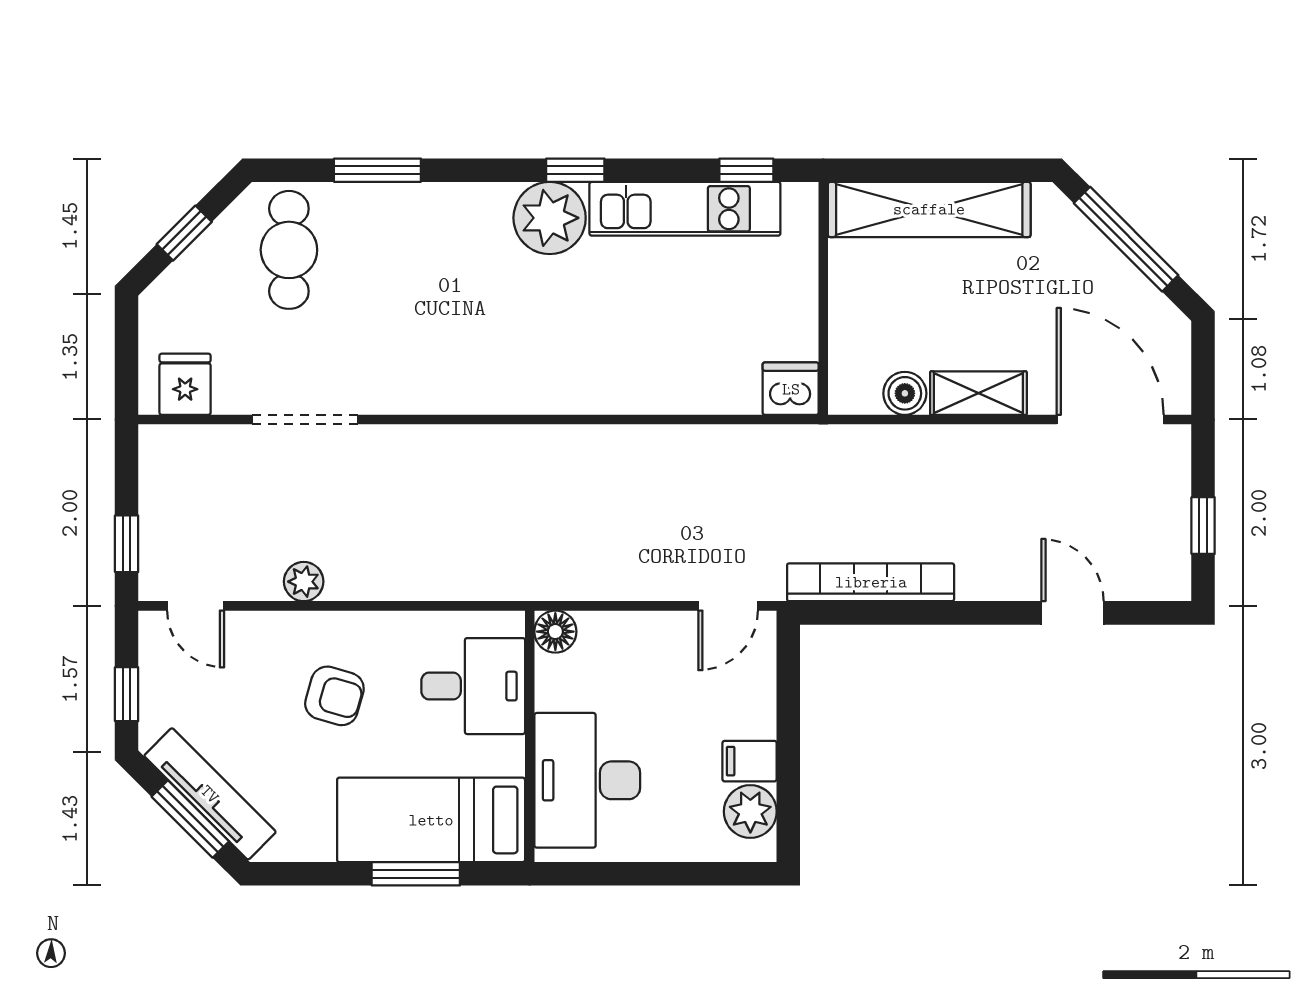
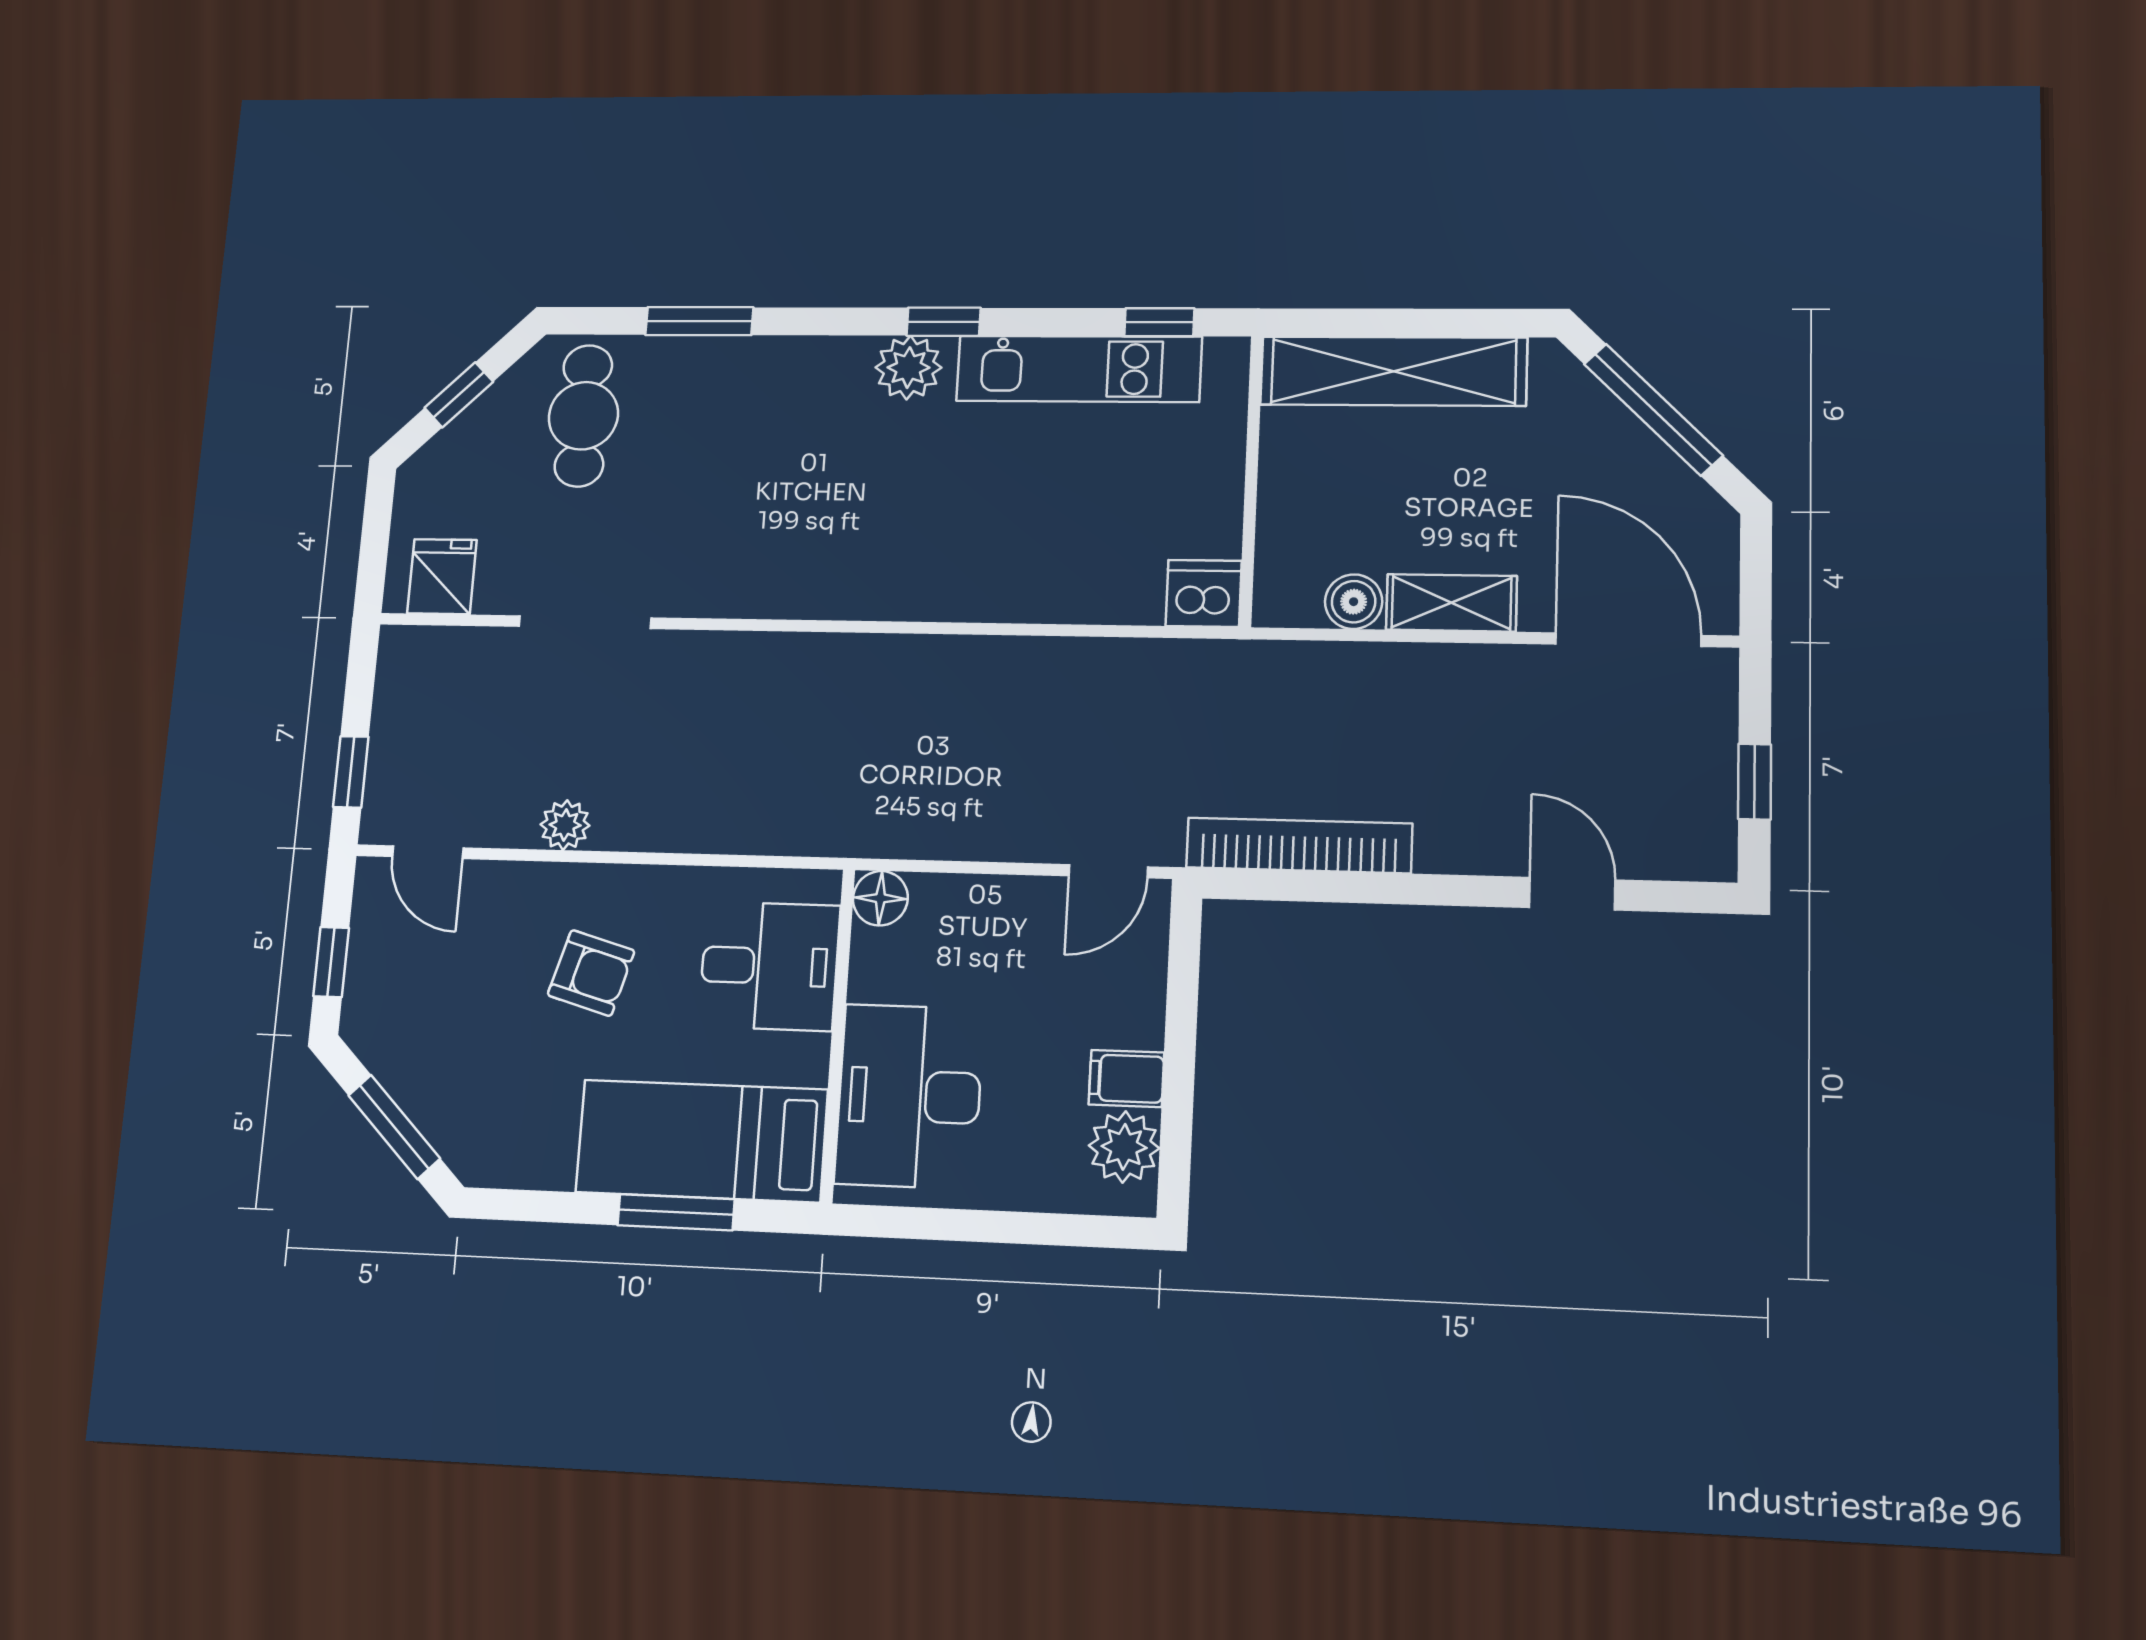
plant: (550, 218) -> (909, 368), width x0.73, depth x0.73
tv unit: (210, 794) -> (422, 1095), removed

